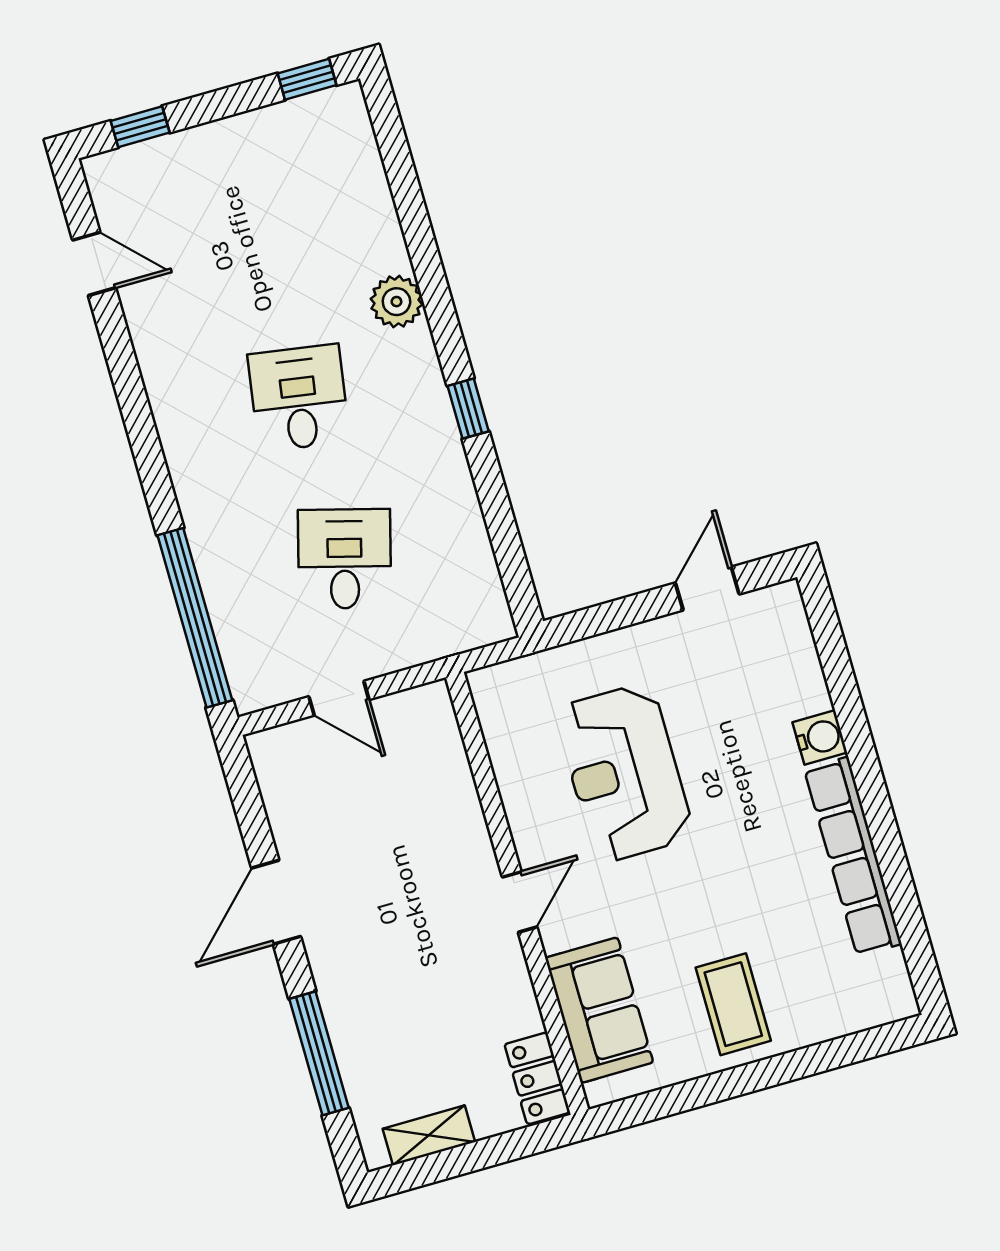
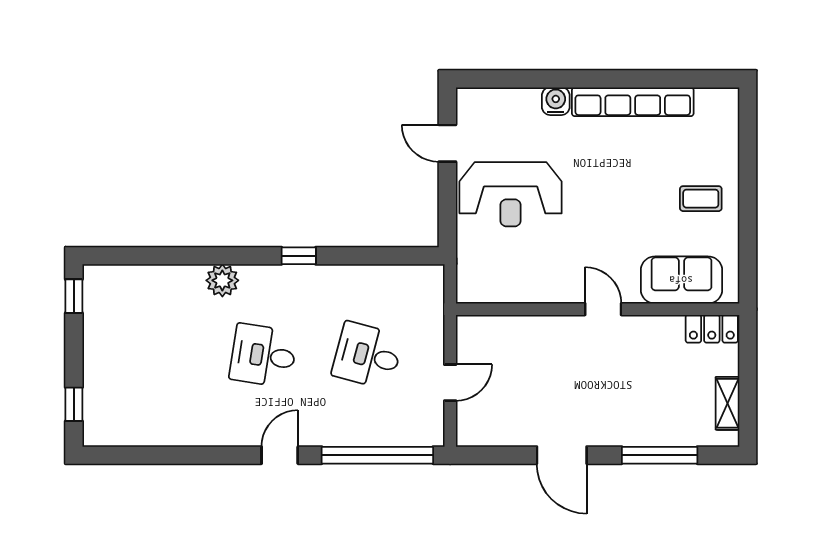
door: (94, 264) -> (280, 455), moved
reception desk: (624, 773) -> (511, 194), moved
coffee table: (733, 1004) -> (701, 199), width x0.73, depth x0.77

